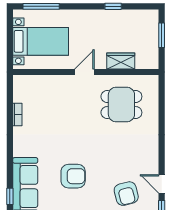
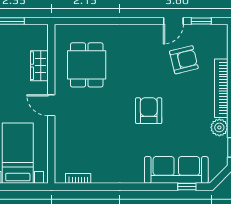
bookcase: (17, 115) -> (78, 178), moved
armchair: (73, 176) -> (149, 111), moved

